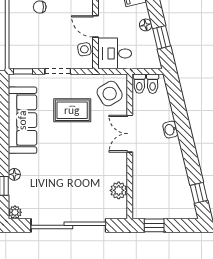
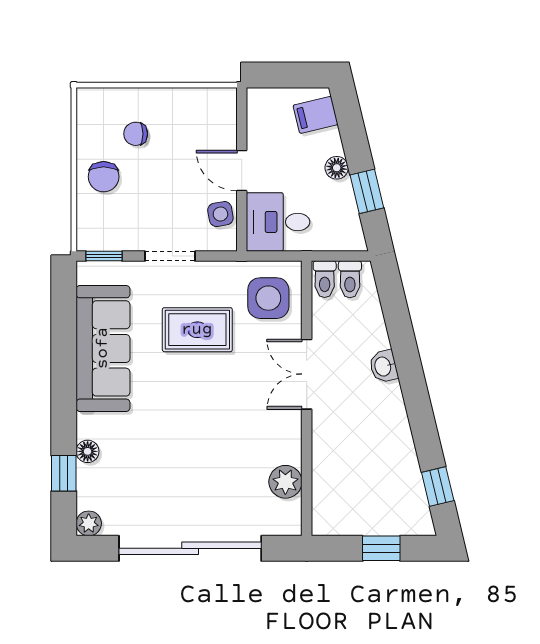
chair: (23, 30) -> (104, 177), added
side table: (110, 94) -> (268, 298), turned 31
window: (154, 225) -> (381, 548), moved

